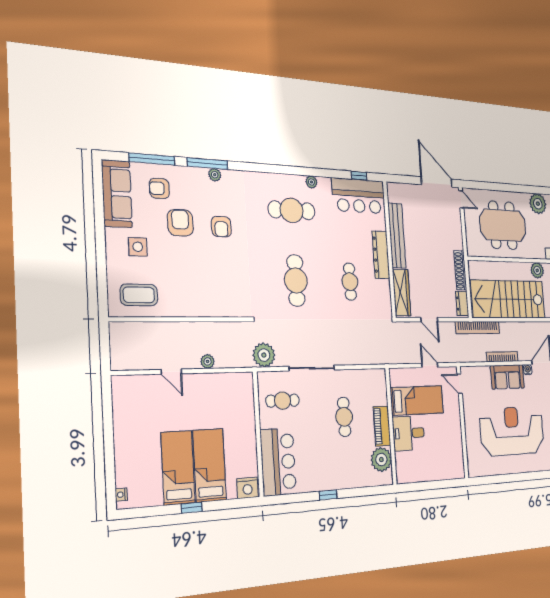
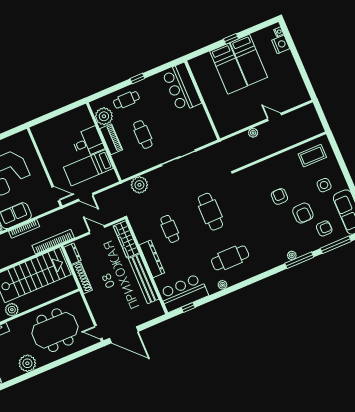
armchair: (221, 227) -> (279, 196), moved
plant: (264, 355) -> (139, 185), moved
cafe table: (283, 401) -> (126, 100), moved
nightstand: (248, 488) -> (281, 44), moved, turned 90

